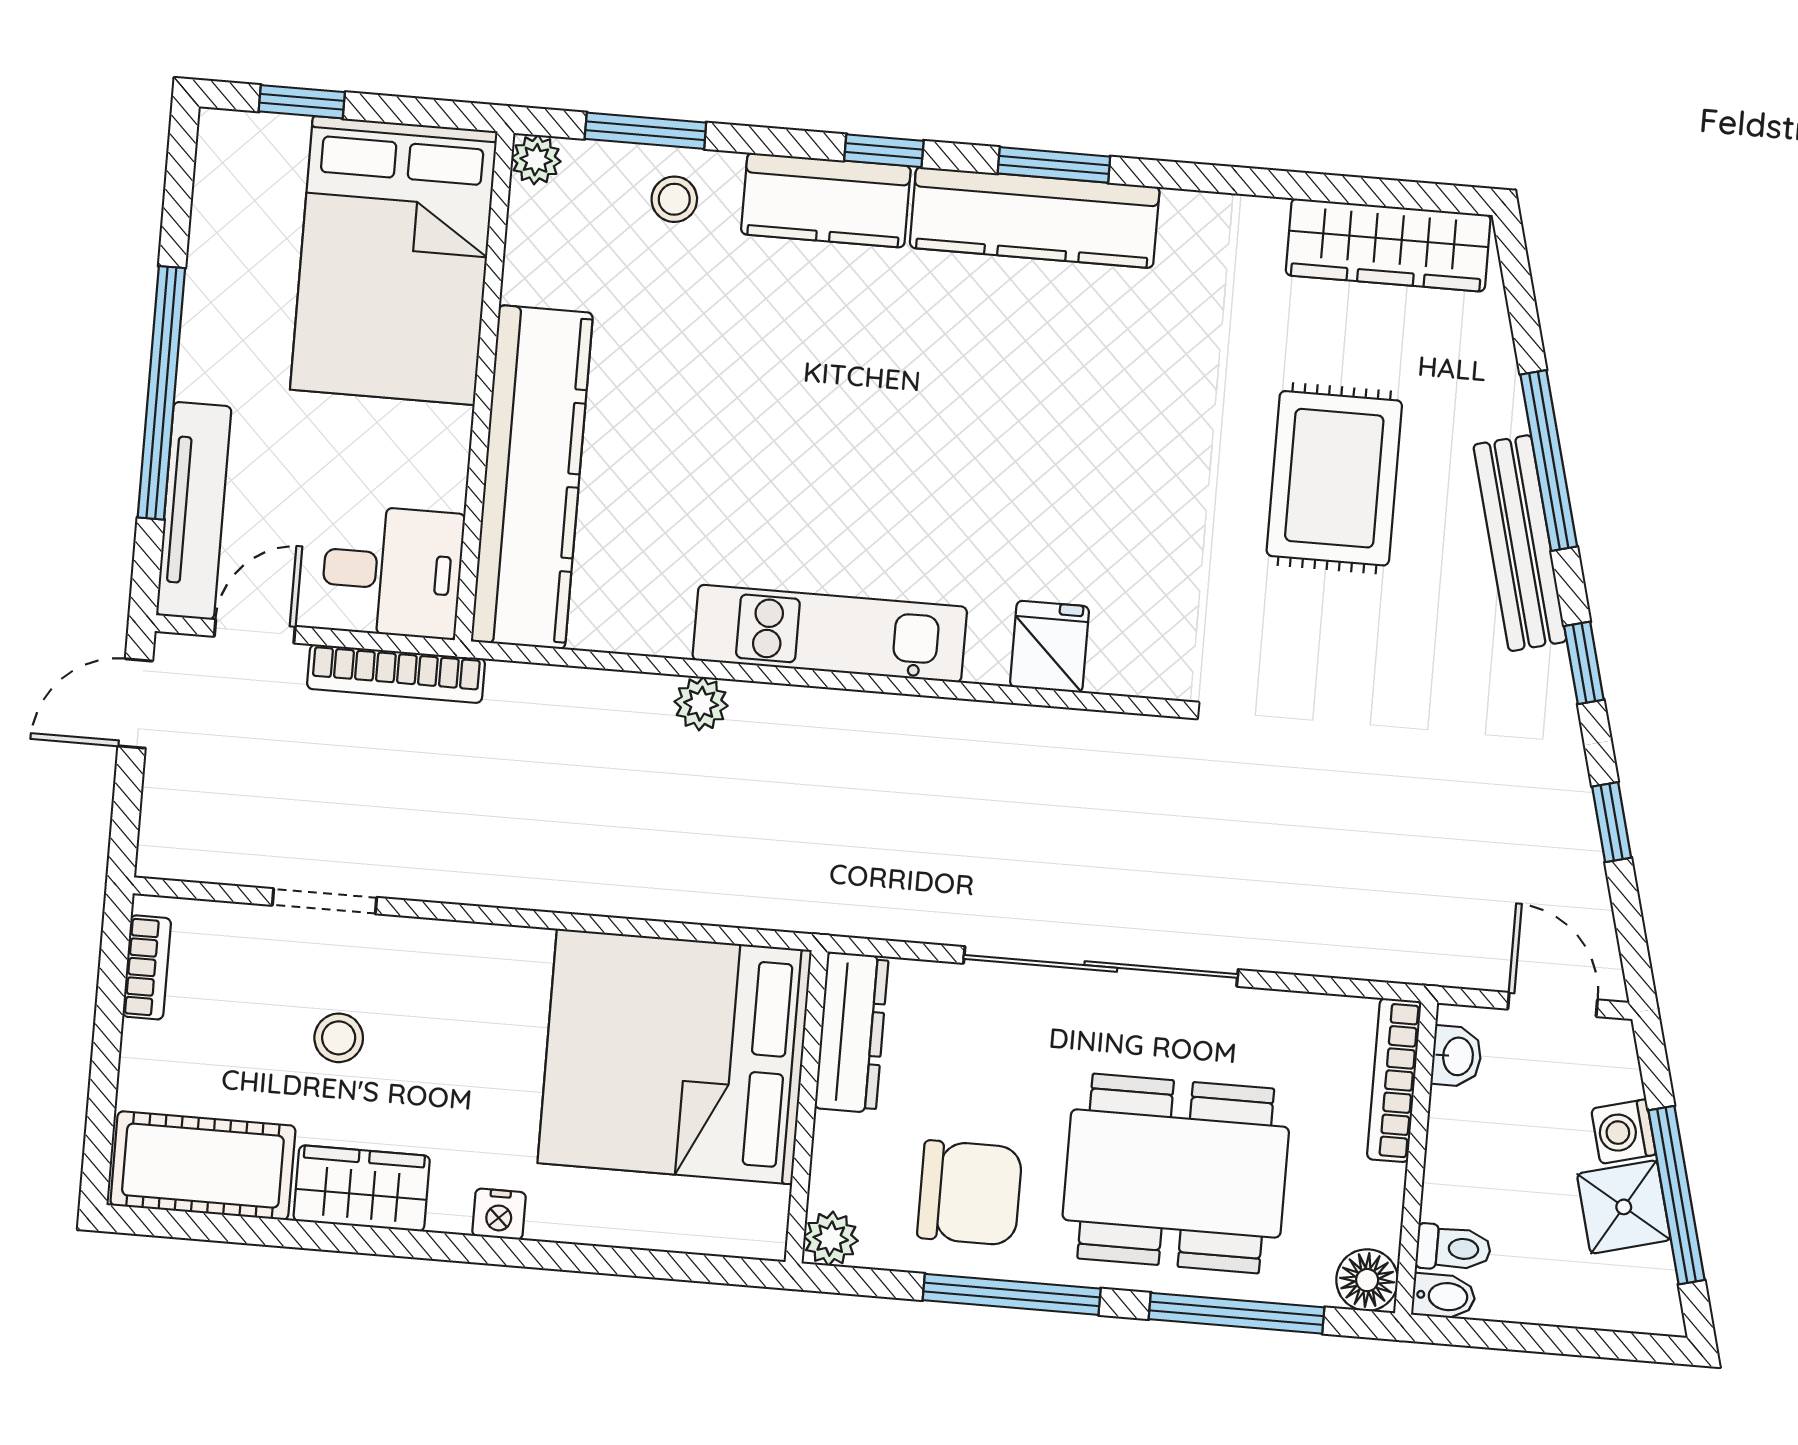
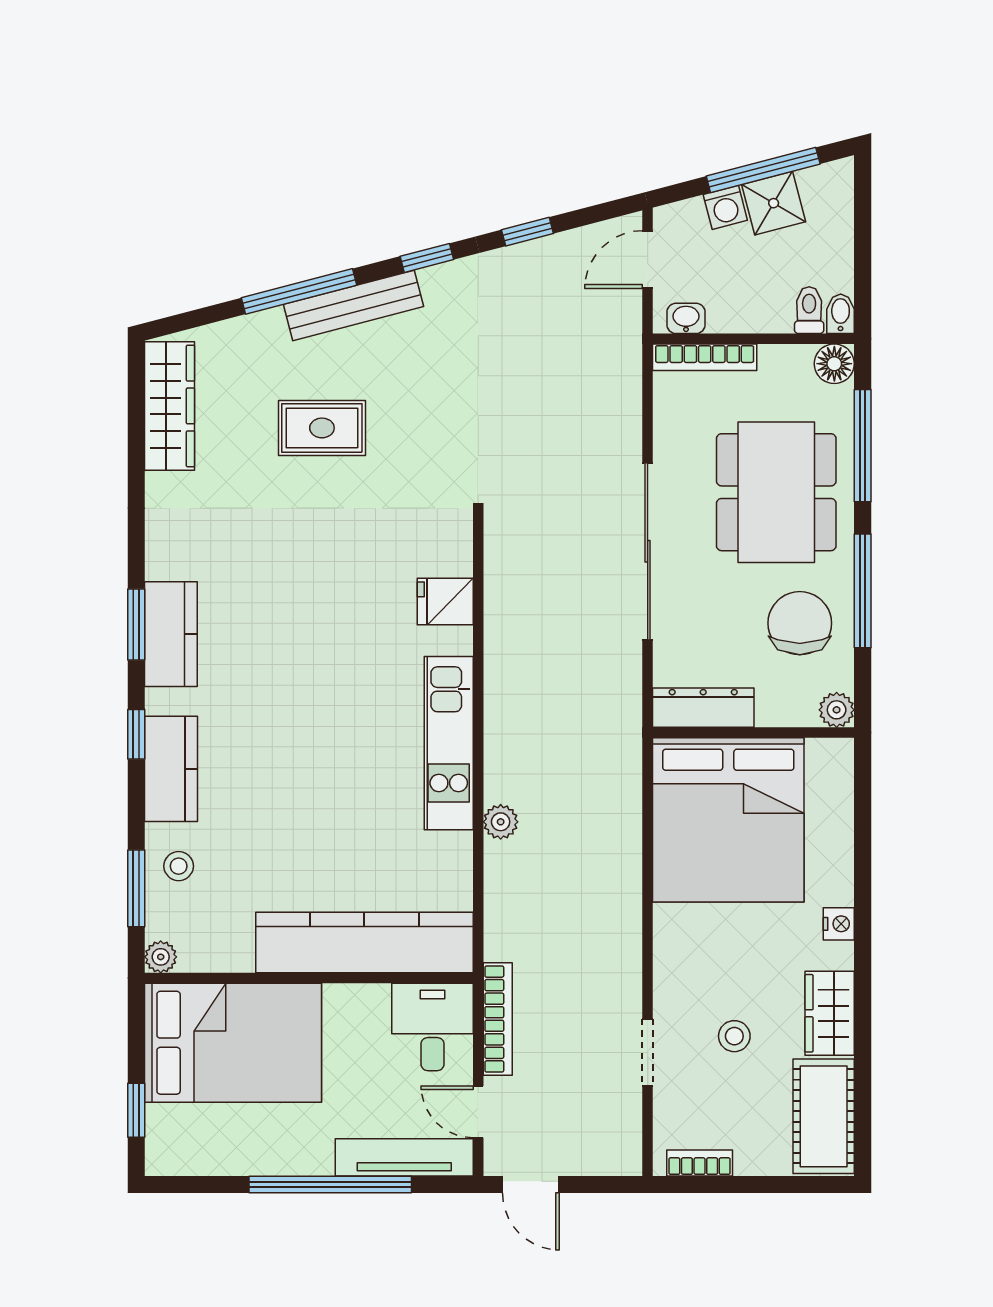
kitchen counter: (1035, 217) -> (171, 634), width x0.67
rug: (1334, 478) -> (322, 428), width x0.73, depth x0.70

